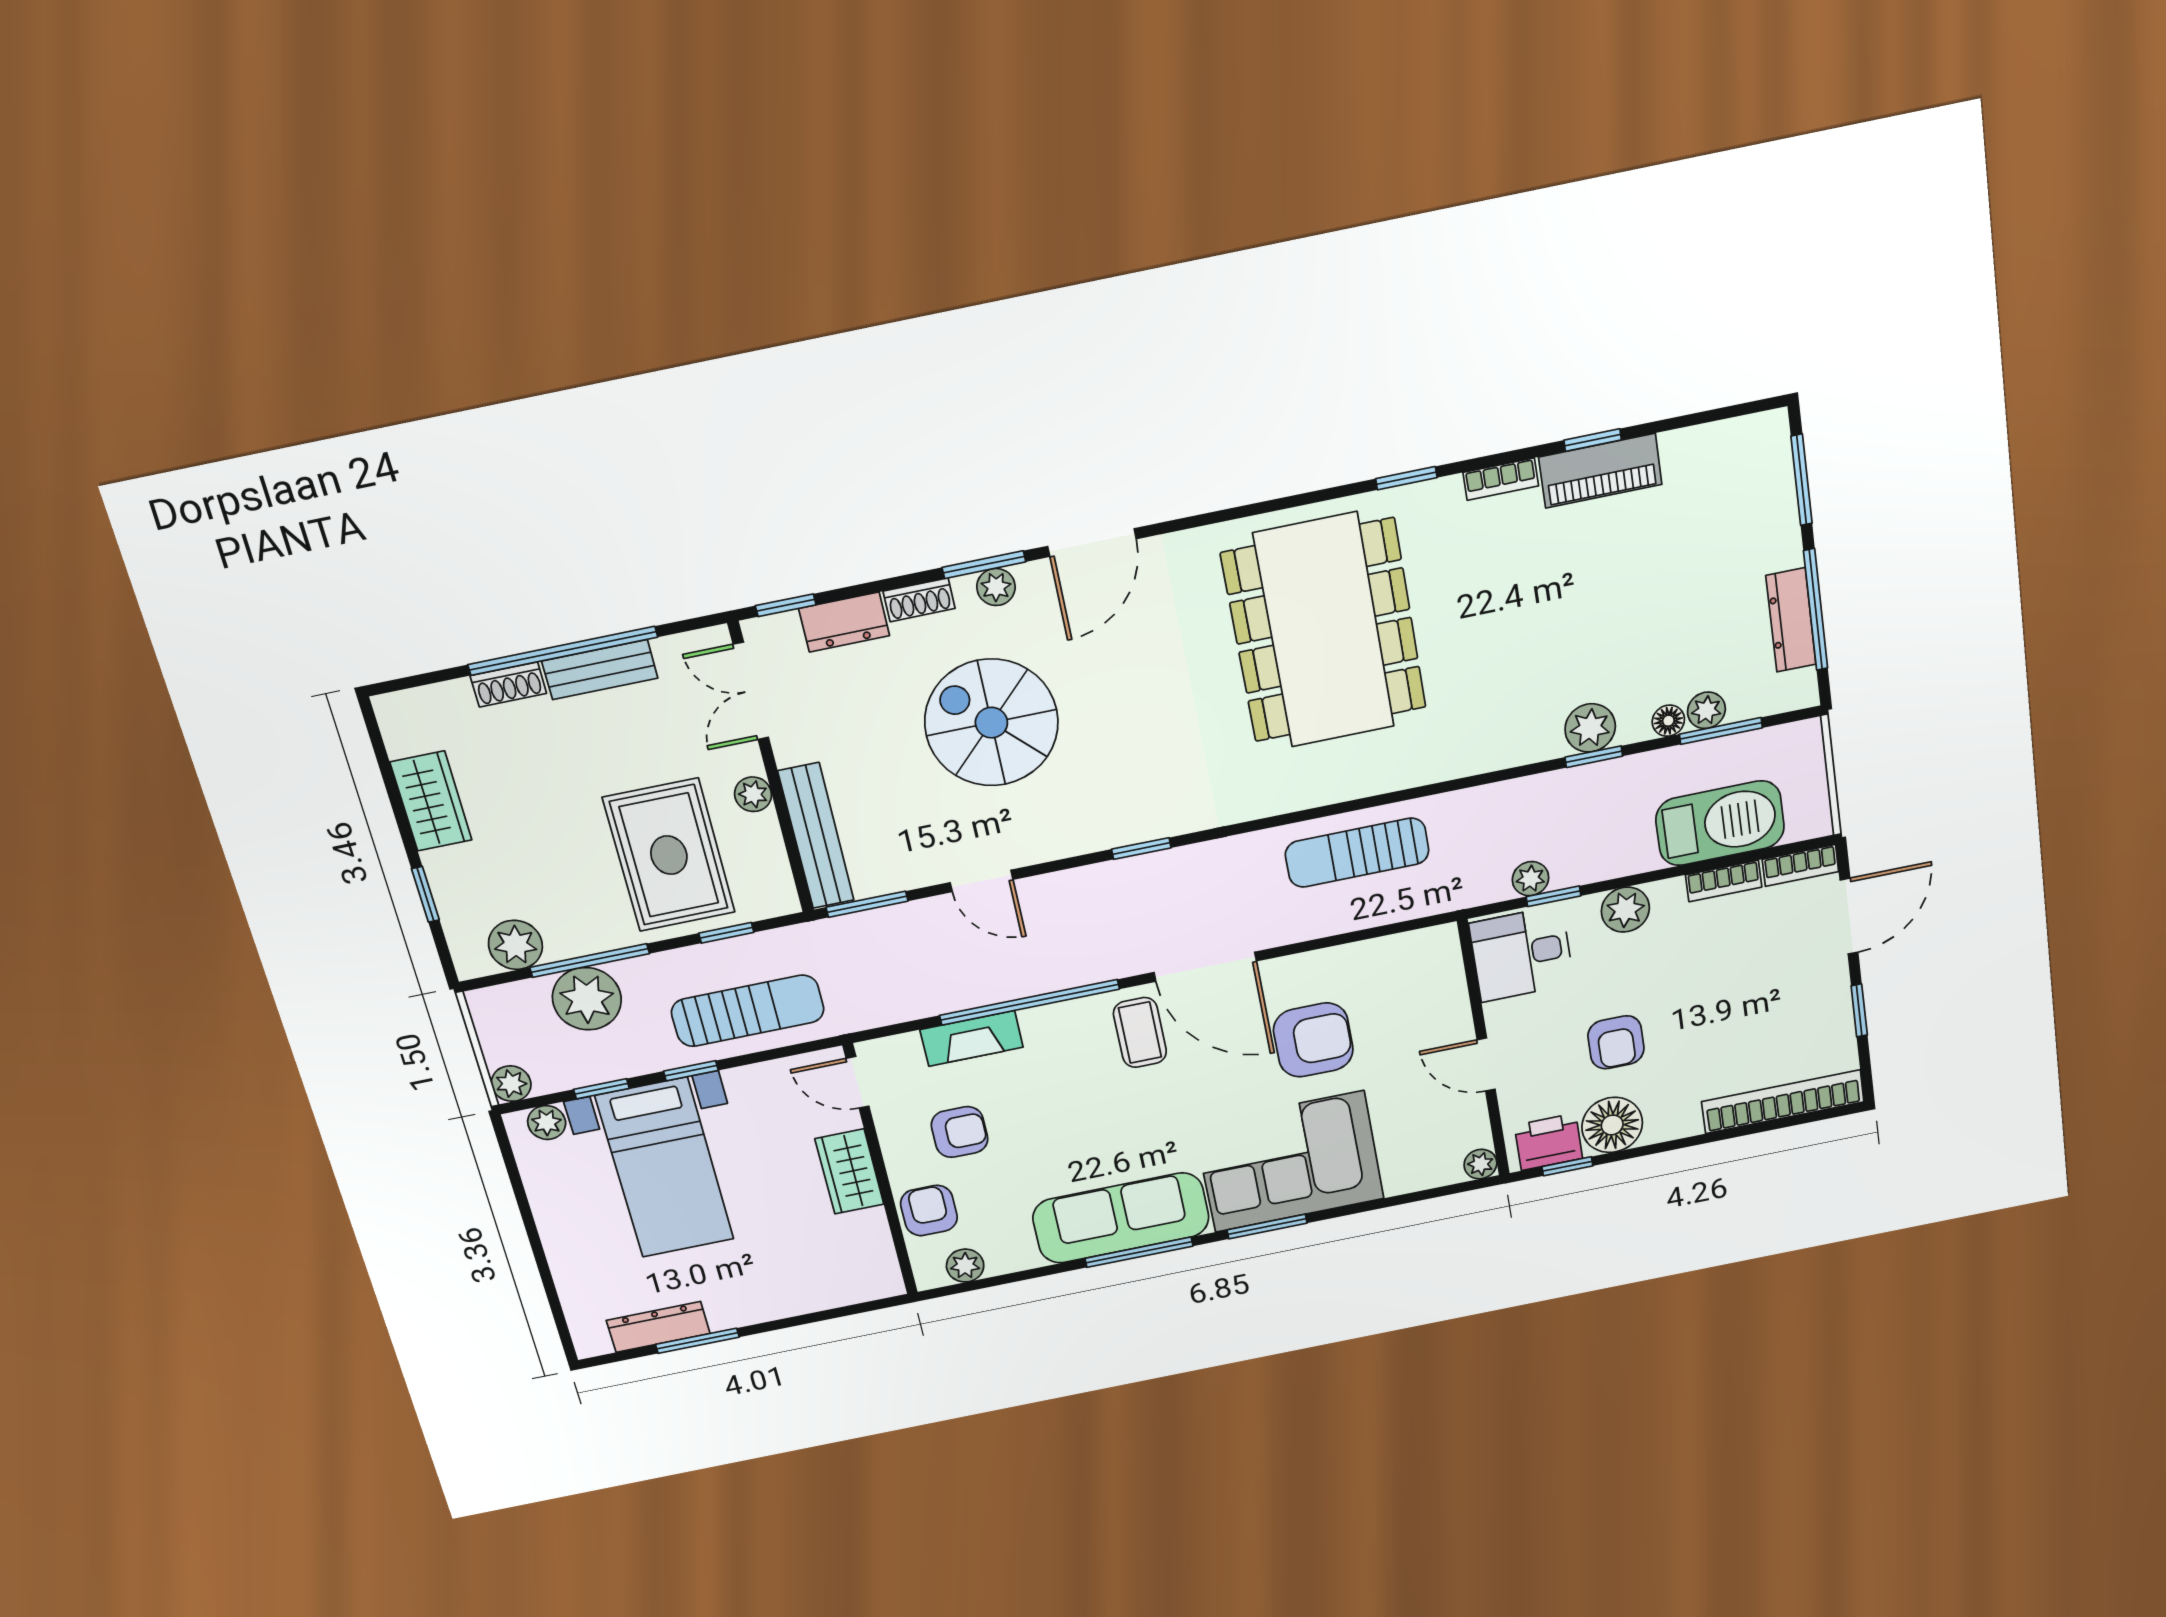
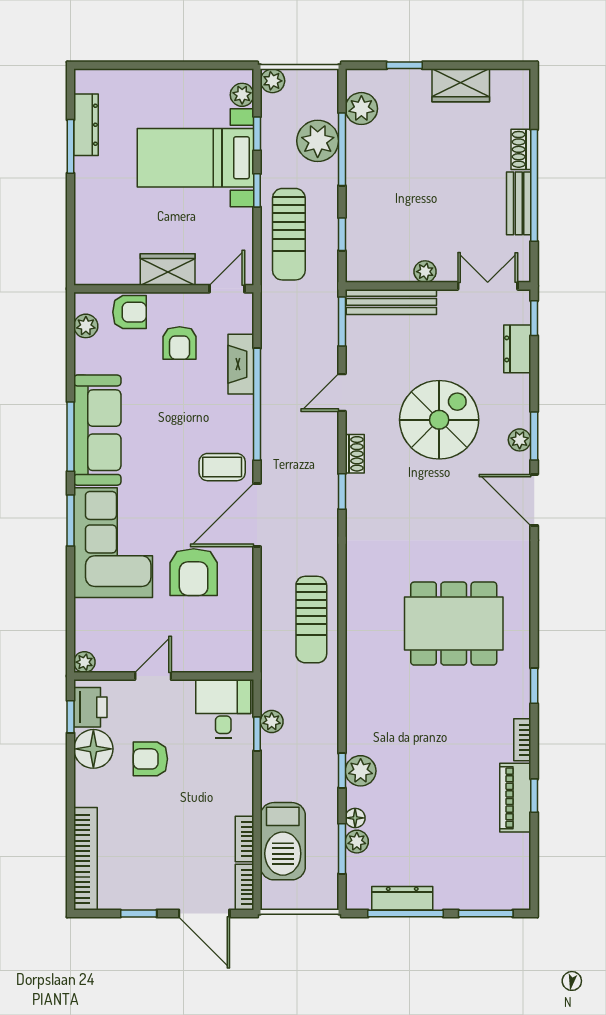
shoe rack: (919, 600) -> (355, 454), moved, turned 180
dining table: (1324, 631) -> (454, 624), width x0.73, depth x0.80
sun lounger: (1357, 853) -> (311, 620), turned 180
rug: (669, 855) -> (398, 213), removed
plant: (1625, 910) -> (239, 776), removed

